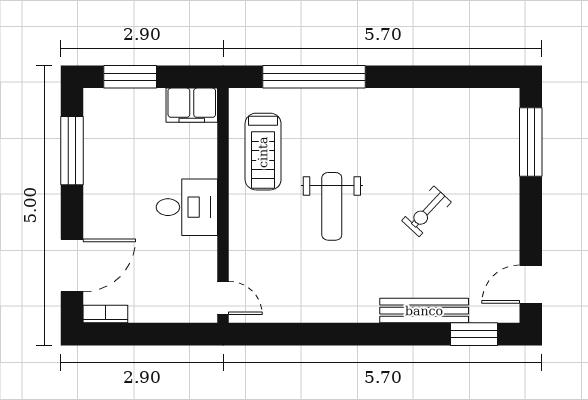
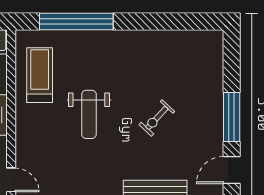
window: (531, 142) -> (232, 117), moved
treadmill: (263, 152) -> (40, 75), turned 180

